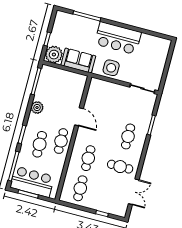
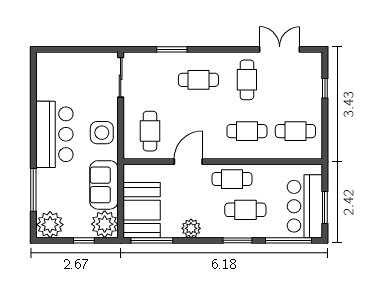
plant: (63, 21) -> (50, 225), added
booth: (57, 80) -> (142, 210), added
cafe table: (104, 98) -> (150, 131), added

